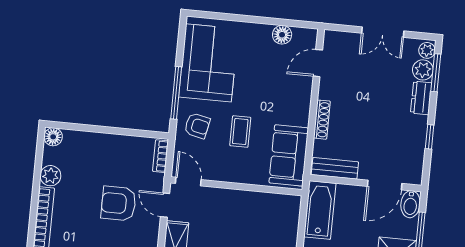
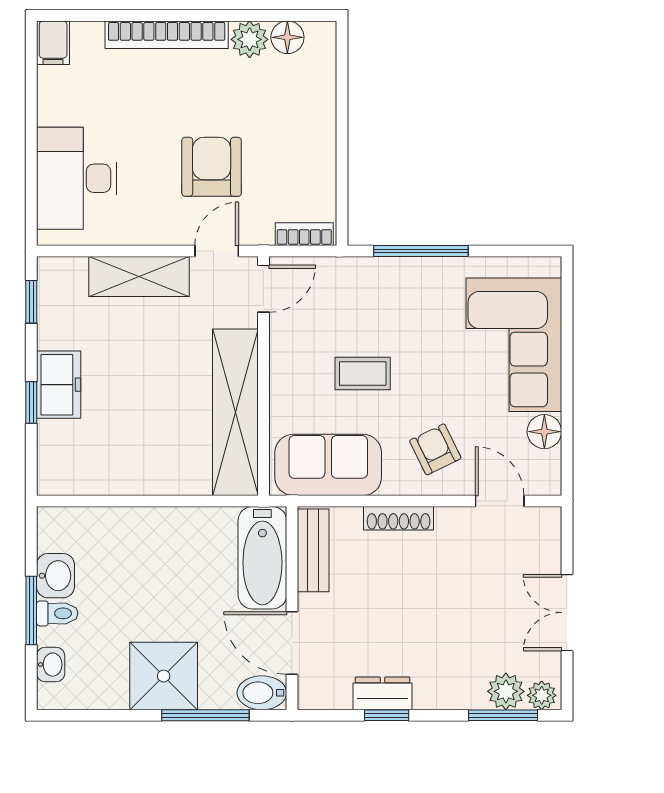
corner sofa: (209, 63) -> (514, 345), moved, turned 90
dresser: (421, 98) -> (383, 693), moved
armchair: (197, 126) -> (435, 449), moved, turned 142
floor lamp: (53, 137) -> (287, 37), moved
shelving: (255, 204) -> (235, 412), added
bathtub: (320, 210) -> (262, 558), moved, turned 90

